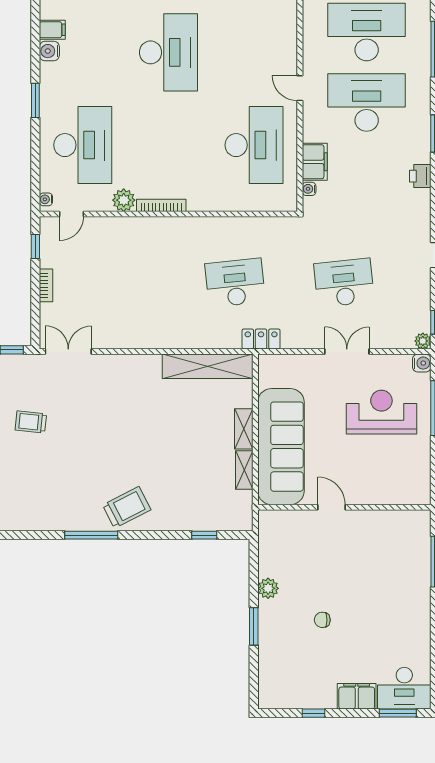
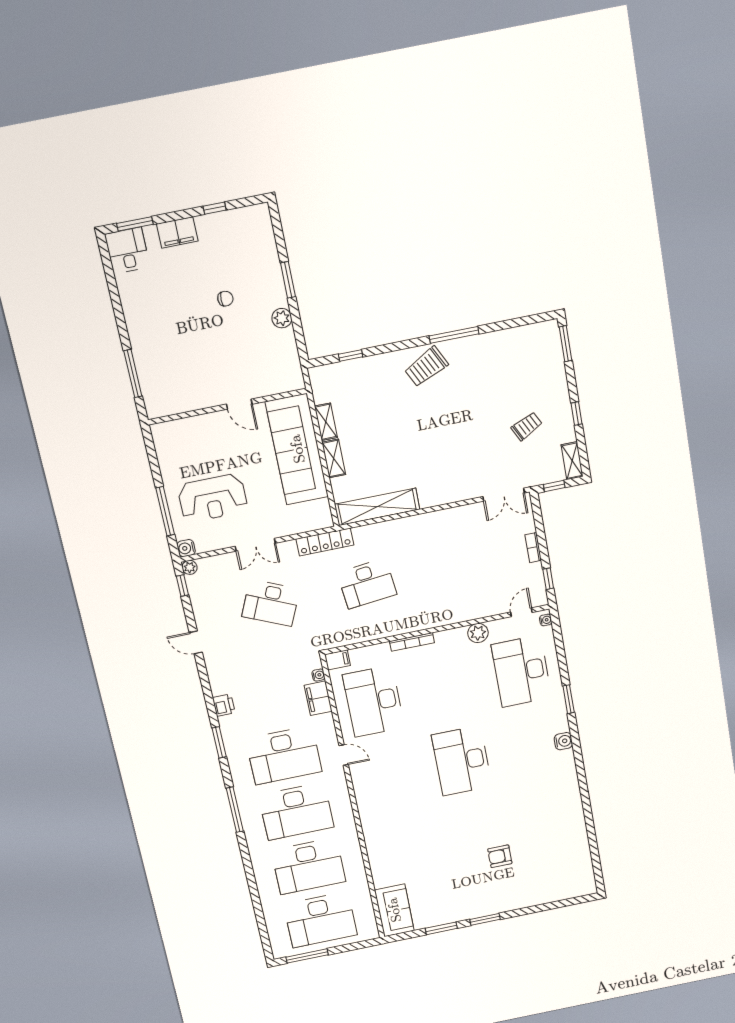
filing cabinet: (52, 30) -> (338, 660), moved, turned 180
bookcase: (161, 205) -> (412, 642), moved
desk: (344, 283) -> (271, 603), turned 30
locker: (261, 339) -> (325, 542), width x1.53
trolley: (31, 422) -> (527, 426), turned -33
desk: (404, 688) -> (127, 250), width x0.73

